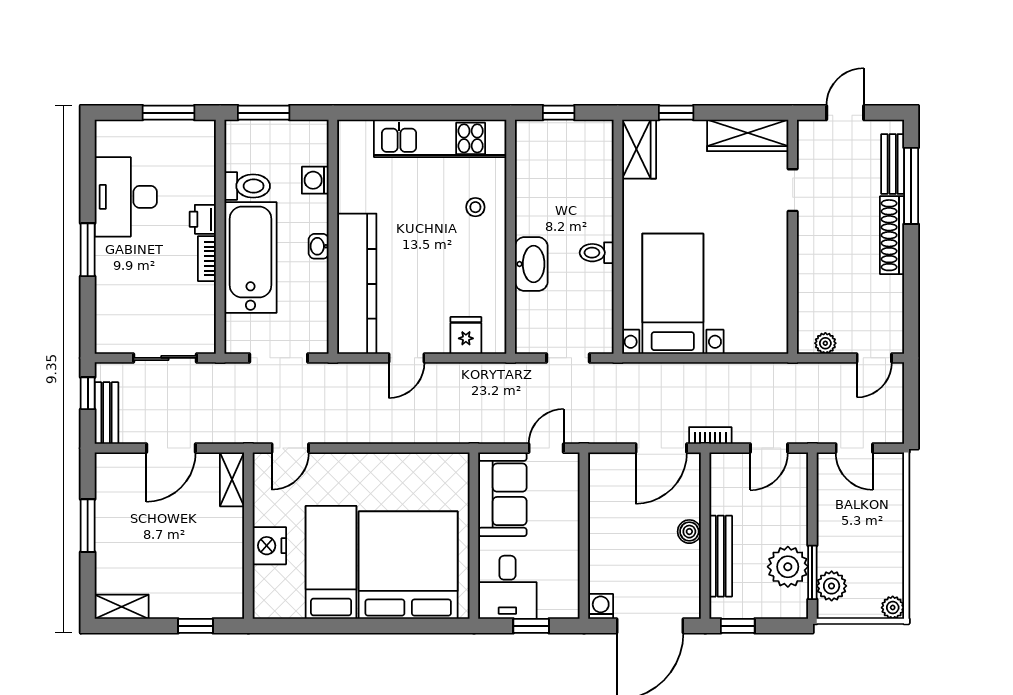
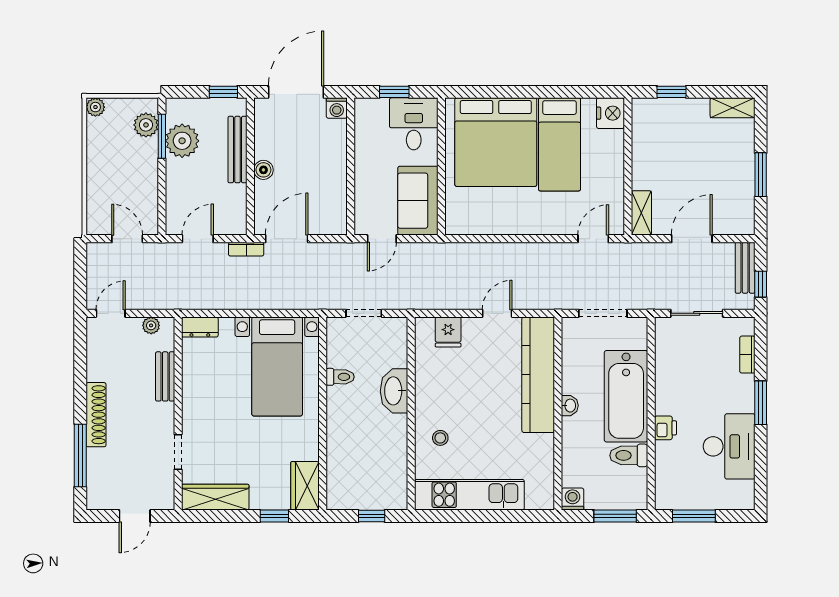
bench: (893, 164) -> (165, 376), moved
washing machine: (315, 180) -> (573, 499), moved, turned -90
toilet: (597, 253) -> (340, 377), moved
bookcase: (207, 259) -> (747, 355), moved, turned 180
dresser: (766, 341) -> (200, 327), added
nightstand: (269, 546) -> (610, 113), moved

